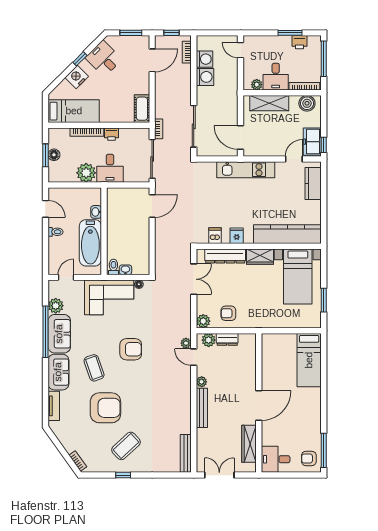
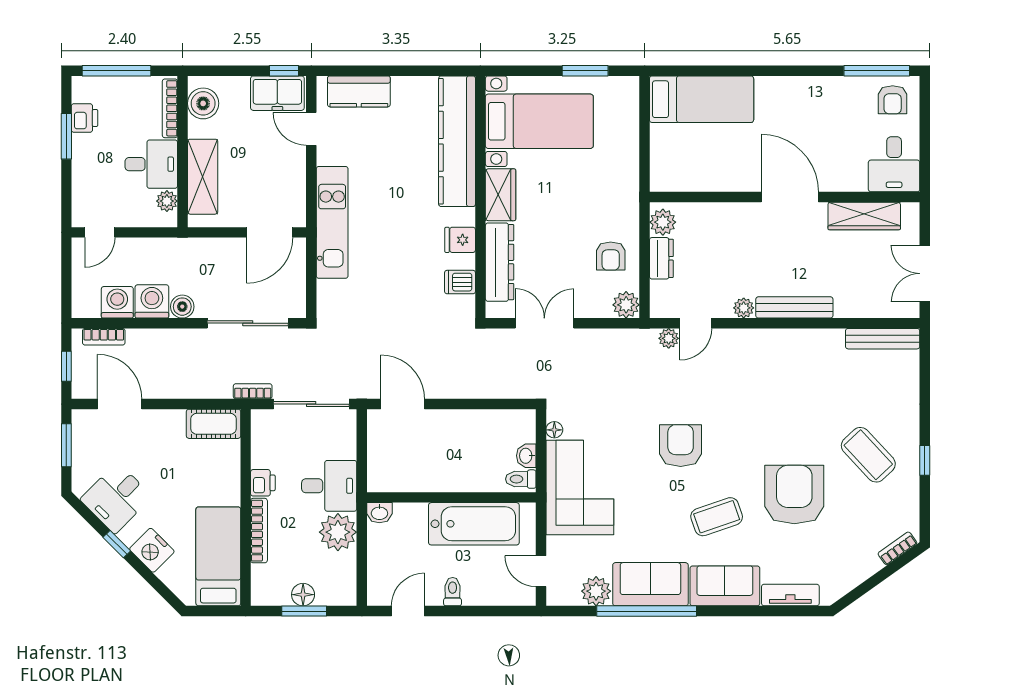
boiler: (202, 93) -> (182, 307), added
washbasin: (96, 212) -> (379, 513), moved
plant: (209, 340) -> (663, 222), moved

